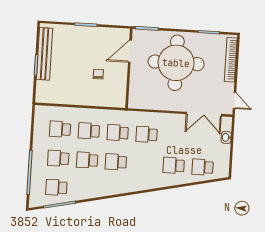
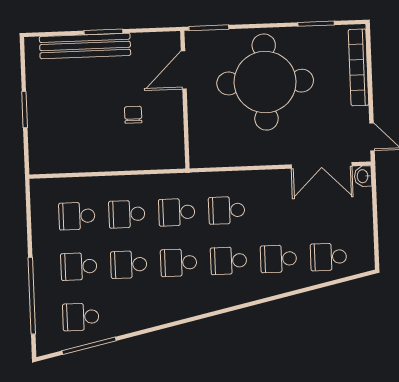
bench: (44, 54) -> (85, 46), moved, turned 90
washbasin: (226, 137) -> (363, 176), moved
school desk: (145, 164) -> (229, 261), added

